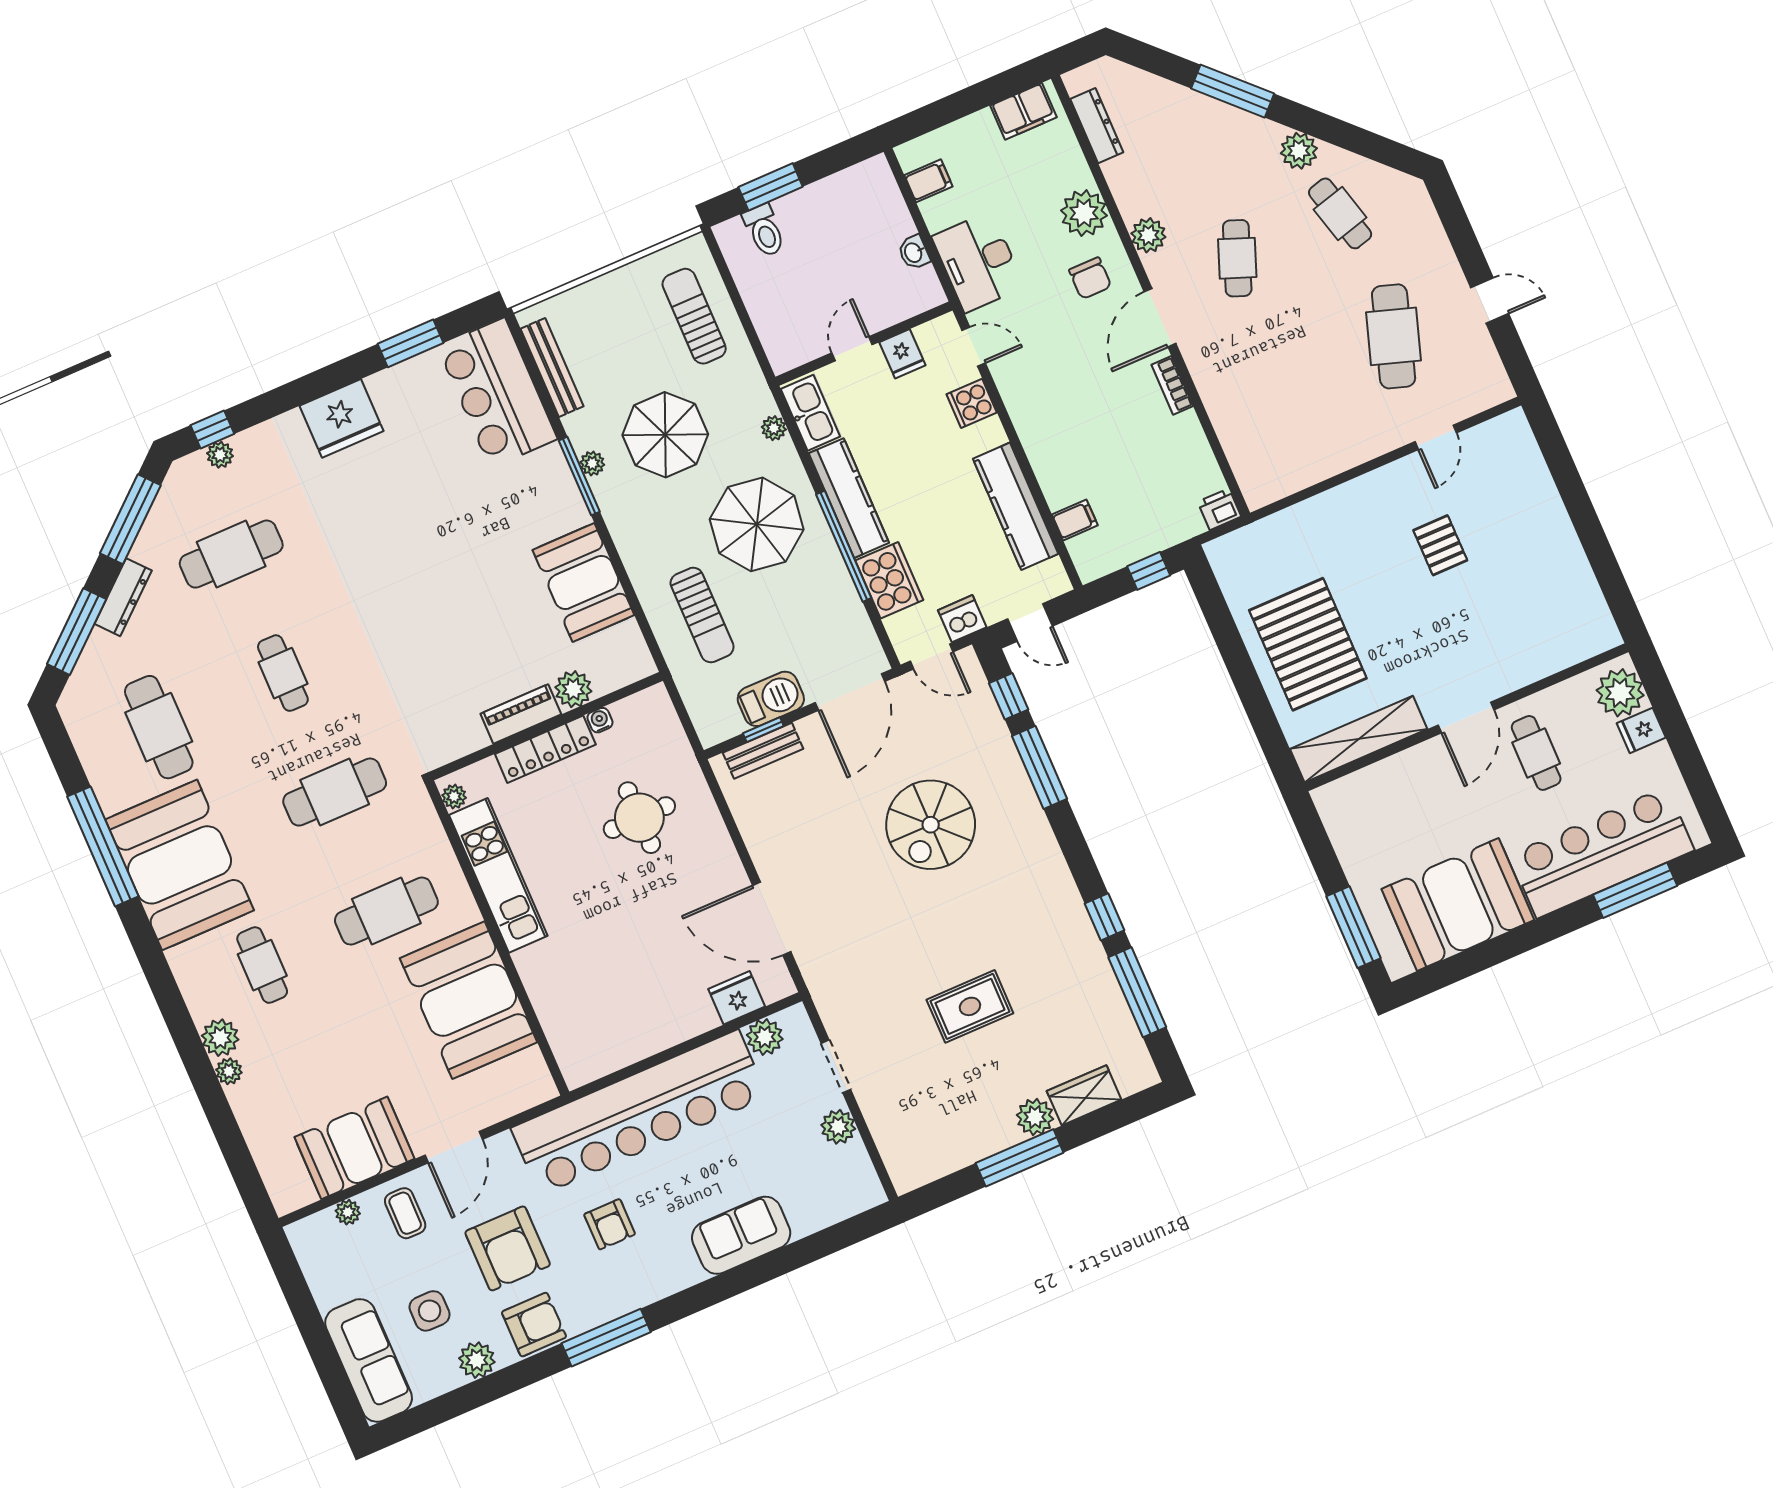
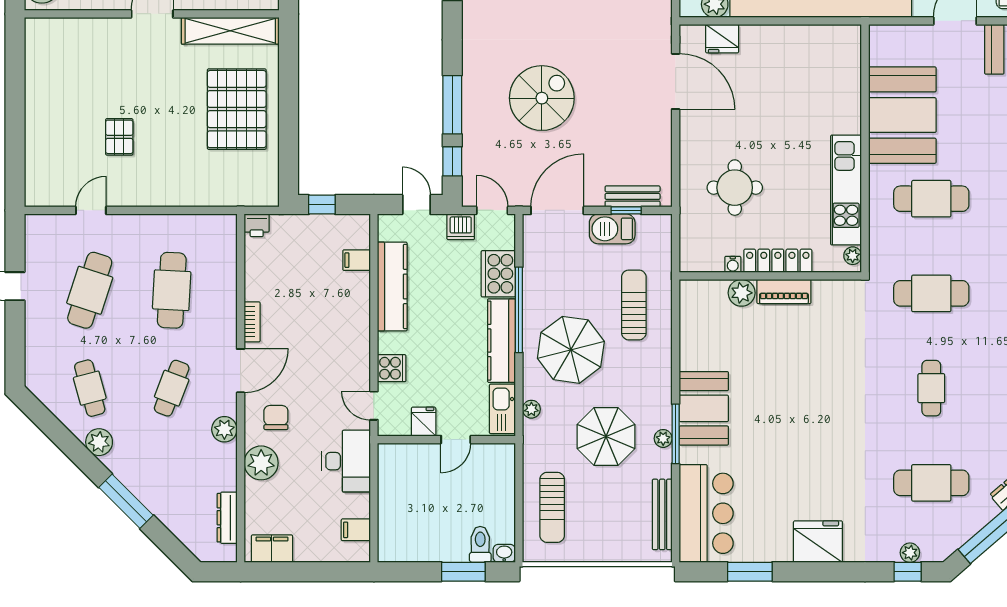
washbasin: (914, 252) -> (504, 553), moved, turned -90
cafe table: (1291, 381) -> (172, 290), added
booth: (583, 582) -> (704, 408), moved

